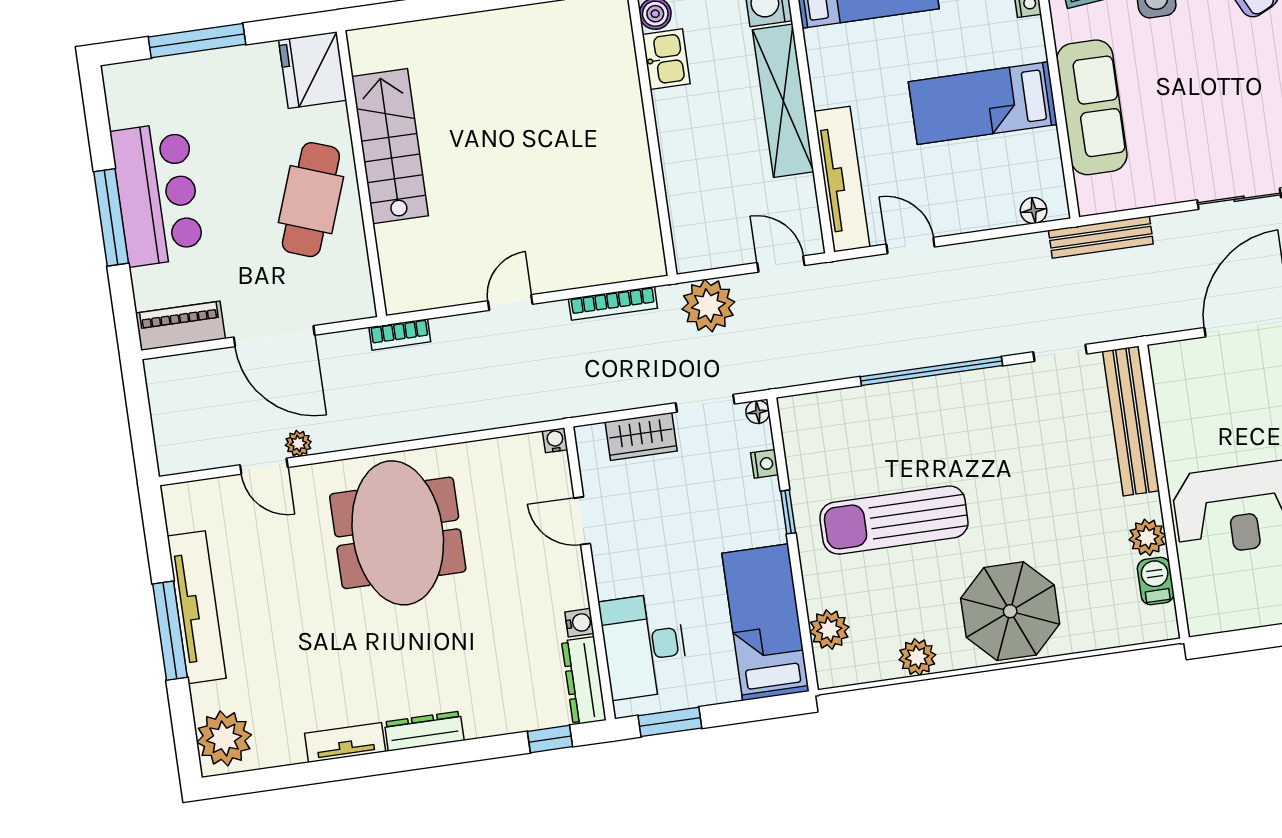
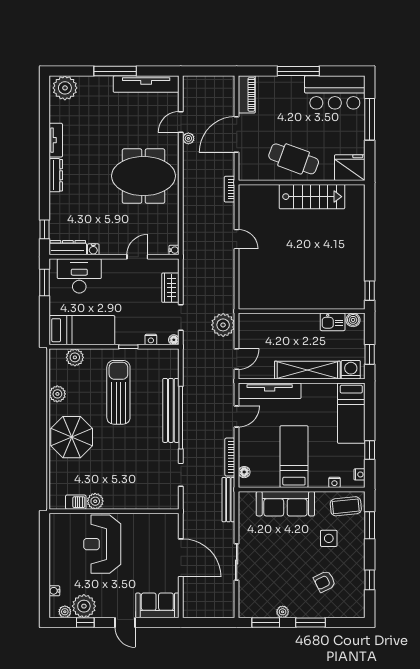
bar counter: (157, 194) -> (335, 92), moved
bookcase: (613, 303) -> (230, 457), moved
bench: (1131, 421) -> (171, 410), moved, turned 90
tv unit: (197, 607) -> (146, 84), moved

